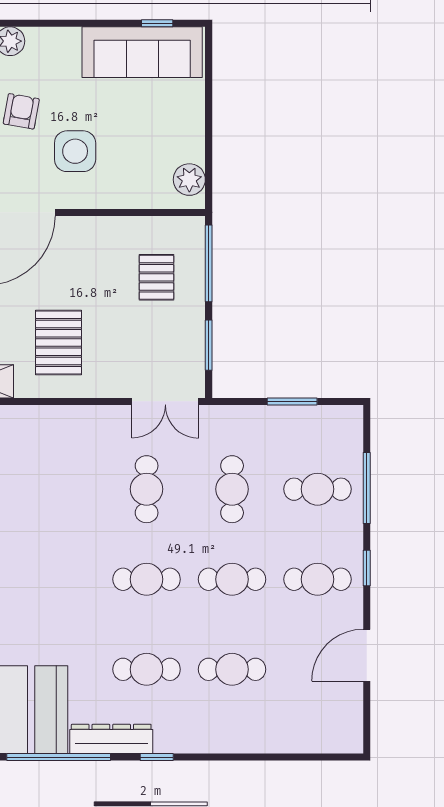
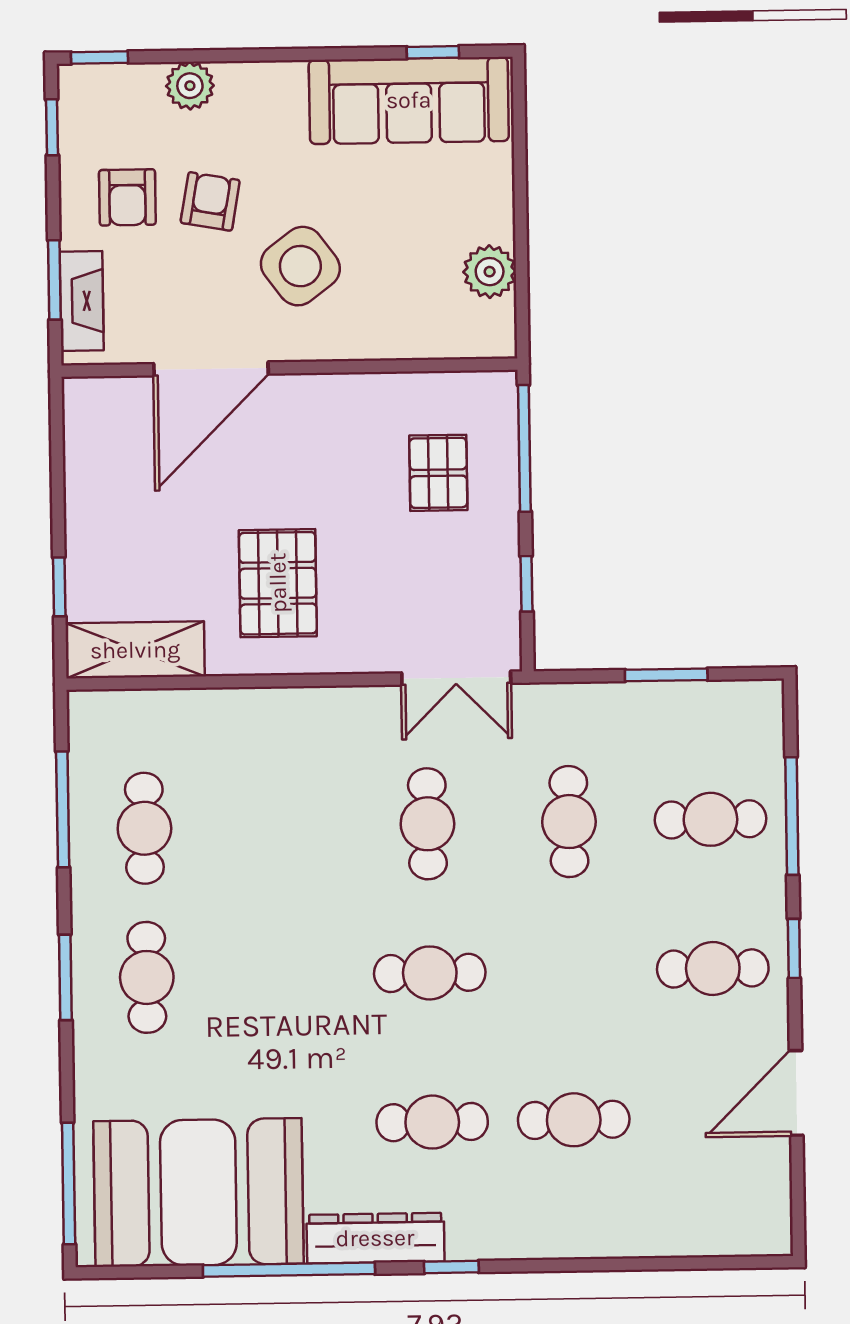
side table: (75, 151) -> (300, 266), turned -37
plant: (189, 180) -> (490, 272), moved
window: (209, 345) -> (526, 584), width x0.67
cafe table: (232, 579) -> (571, 971), removed

